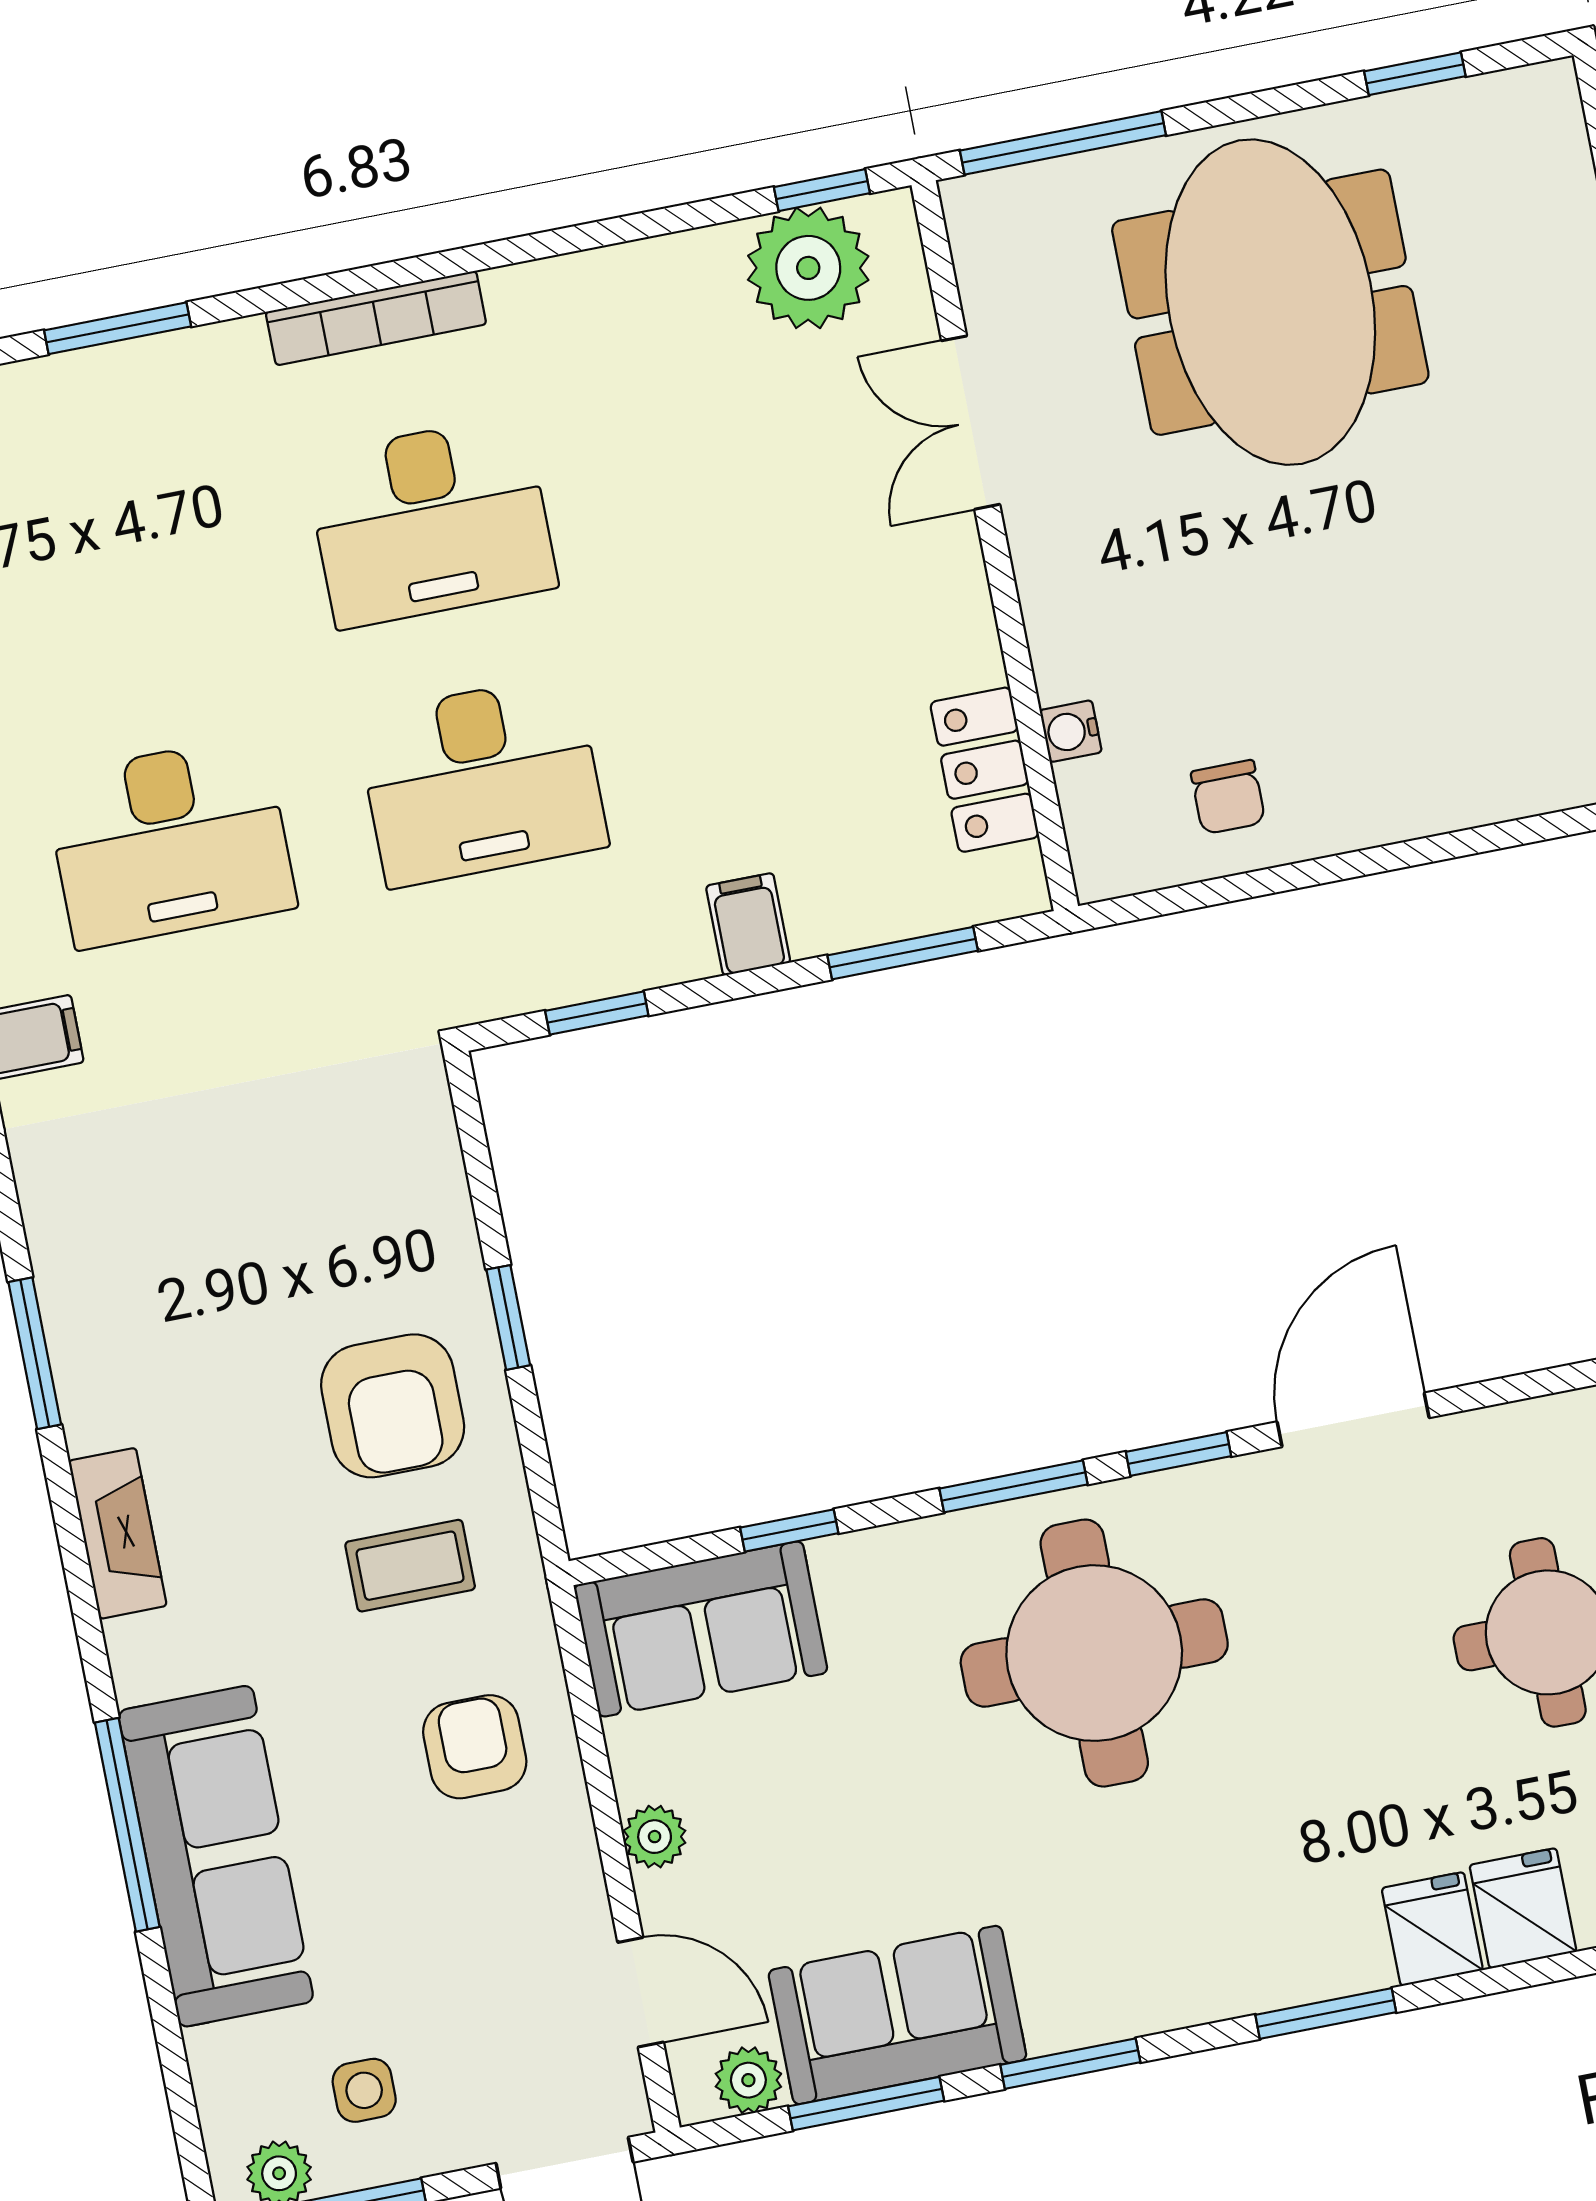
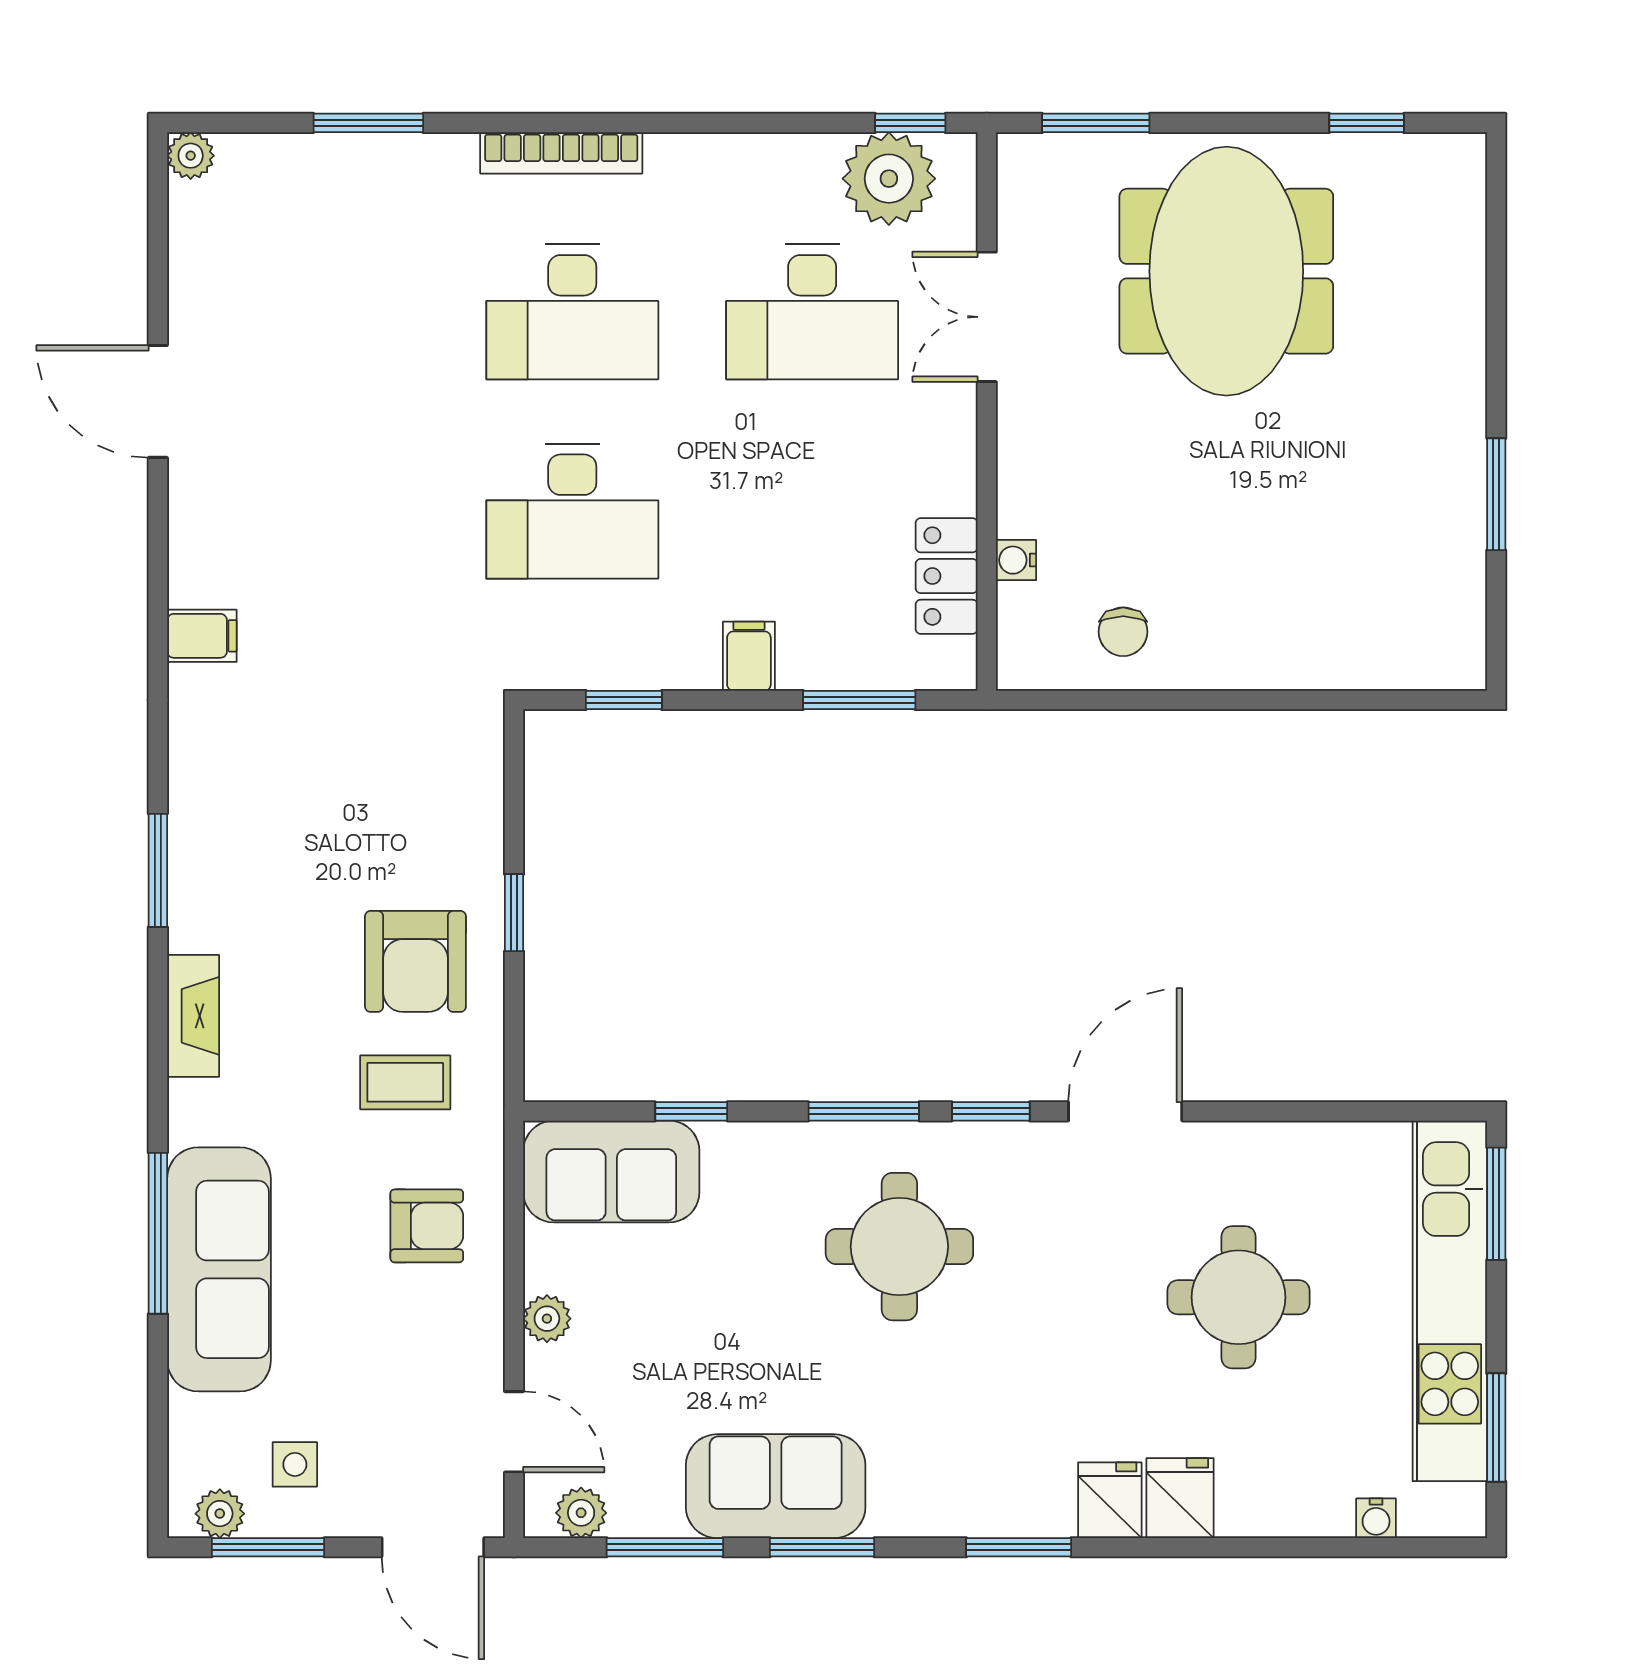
window: (1063, 143) -> (1096, 123), width x0.69
desk: (170, 842) -> (812, 312), moved
round table: (1094, 1653) -> (899, 1247), width x0.73, depth x0.73
armchair: (475, 1747) -> (427, 1226), turned 90
sofa: (897, 2015) -> (776, 1486), moved

